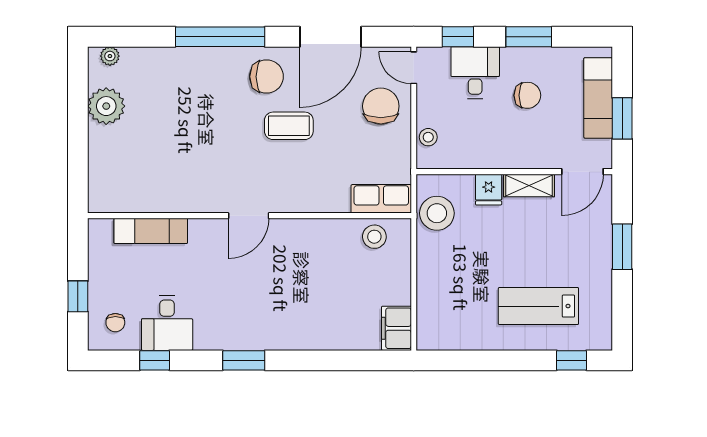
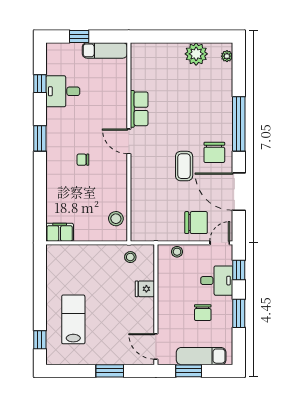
shelving: (529, 185) -> (147, 314), removed
row of seats: (381, 199) -> (139, 109), moved
stool: (437, 213) -> (130, 257), width x0.53, depth x0.53
exam couch: (151, 231) -> (105, 50), moved, turned -90
chair: (115, 323) -> (83, 160), moved

